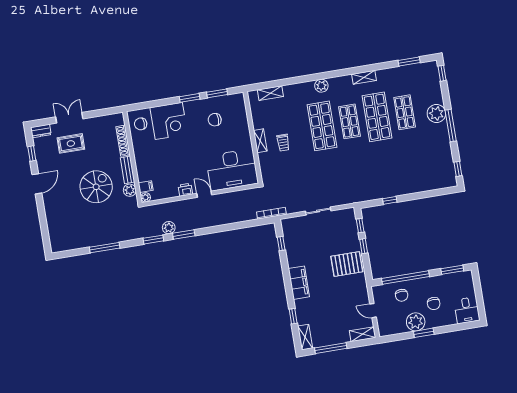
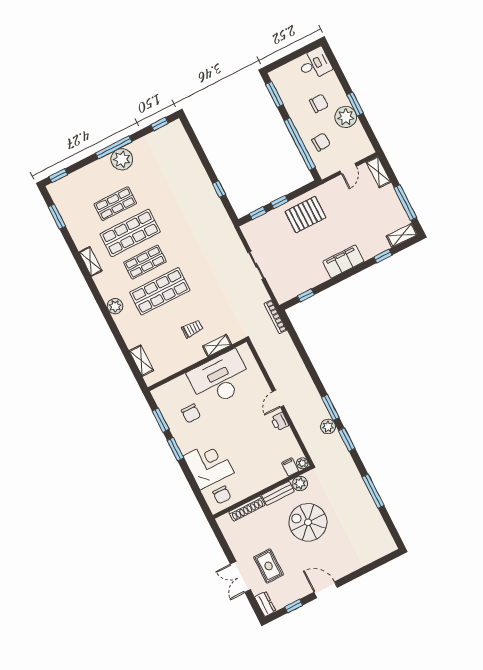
plant: (436, 113) -> (122, 159), moved
shelving: (260, 141) -> (217, 345), moved
desk: (232, 170) -> (220, 379), moved, turned -90
pallet: (347, 264) -> (305, 215), turned 90

